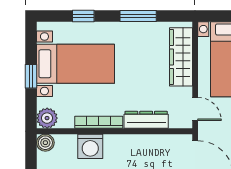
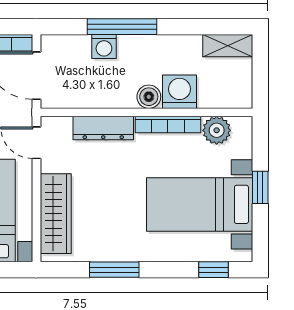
window: (83, 16) -> (213, 270), moved
plant: (47, 118) -> (217, 130), moved
boiler: (45, 143) -> (149, 97), moved

